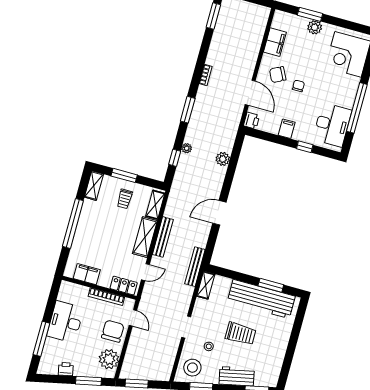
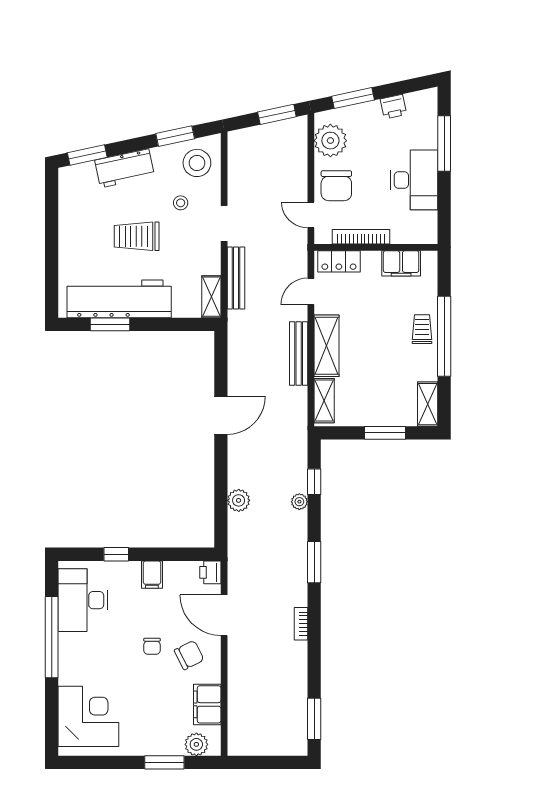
plant: (315, 27) -> (196, 744), moved
trolley: (125, 199) -> (422, 329), moved
bench: (195, 267) -> (236, 278), moved

